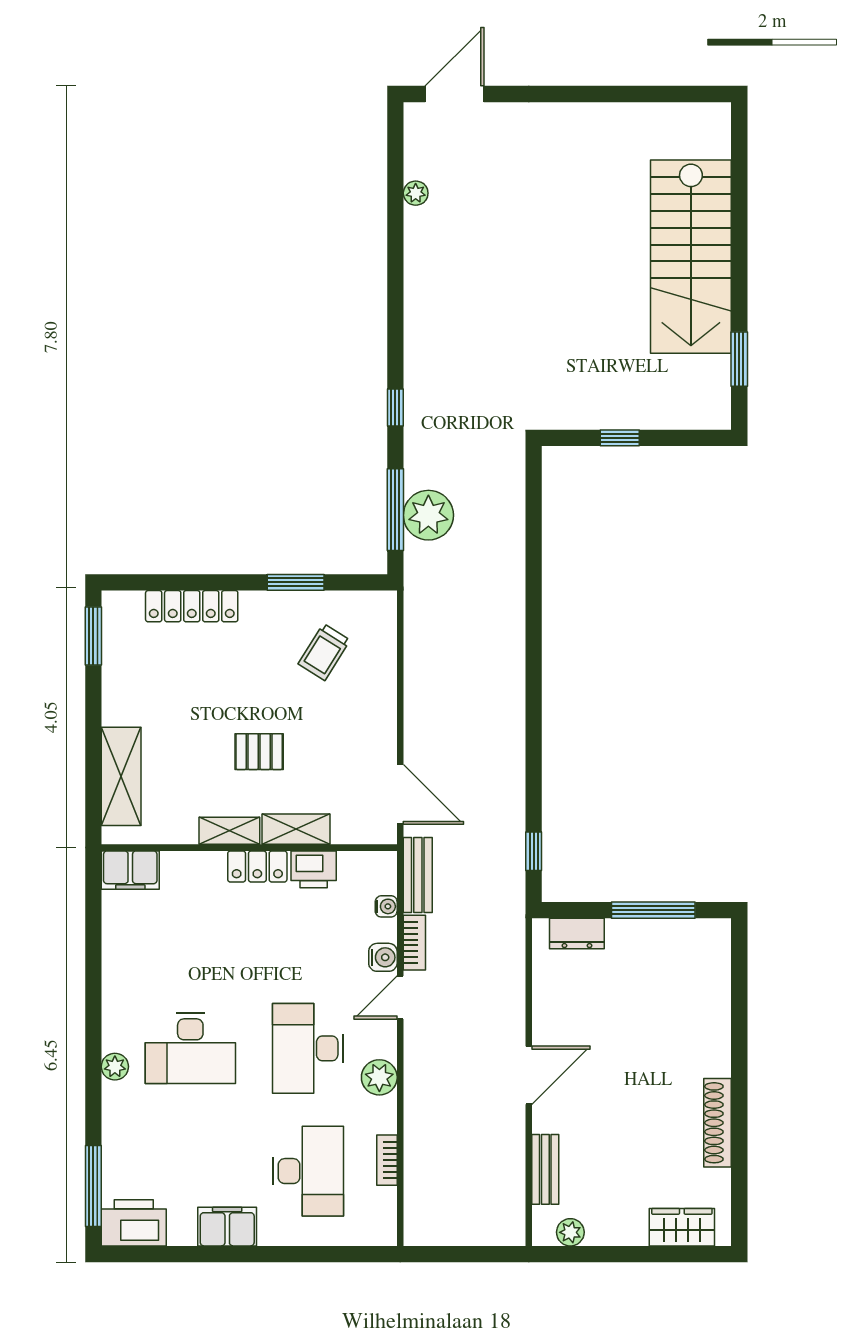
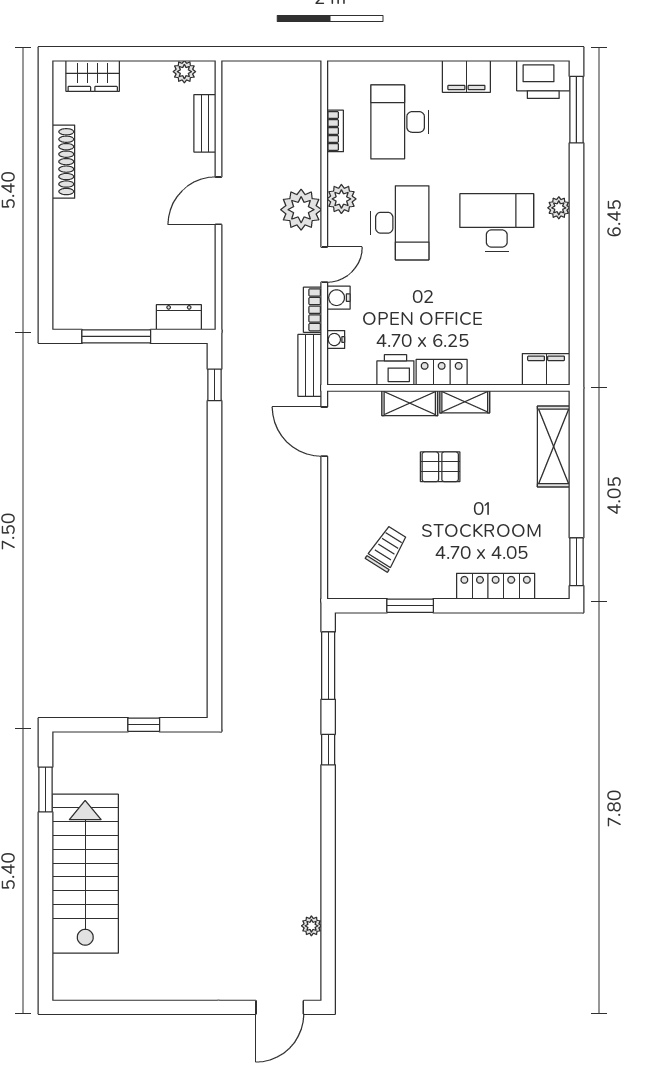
plant: (428, 515) -> (301, 210), moved

